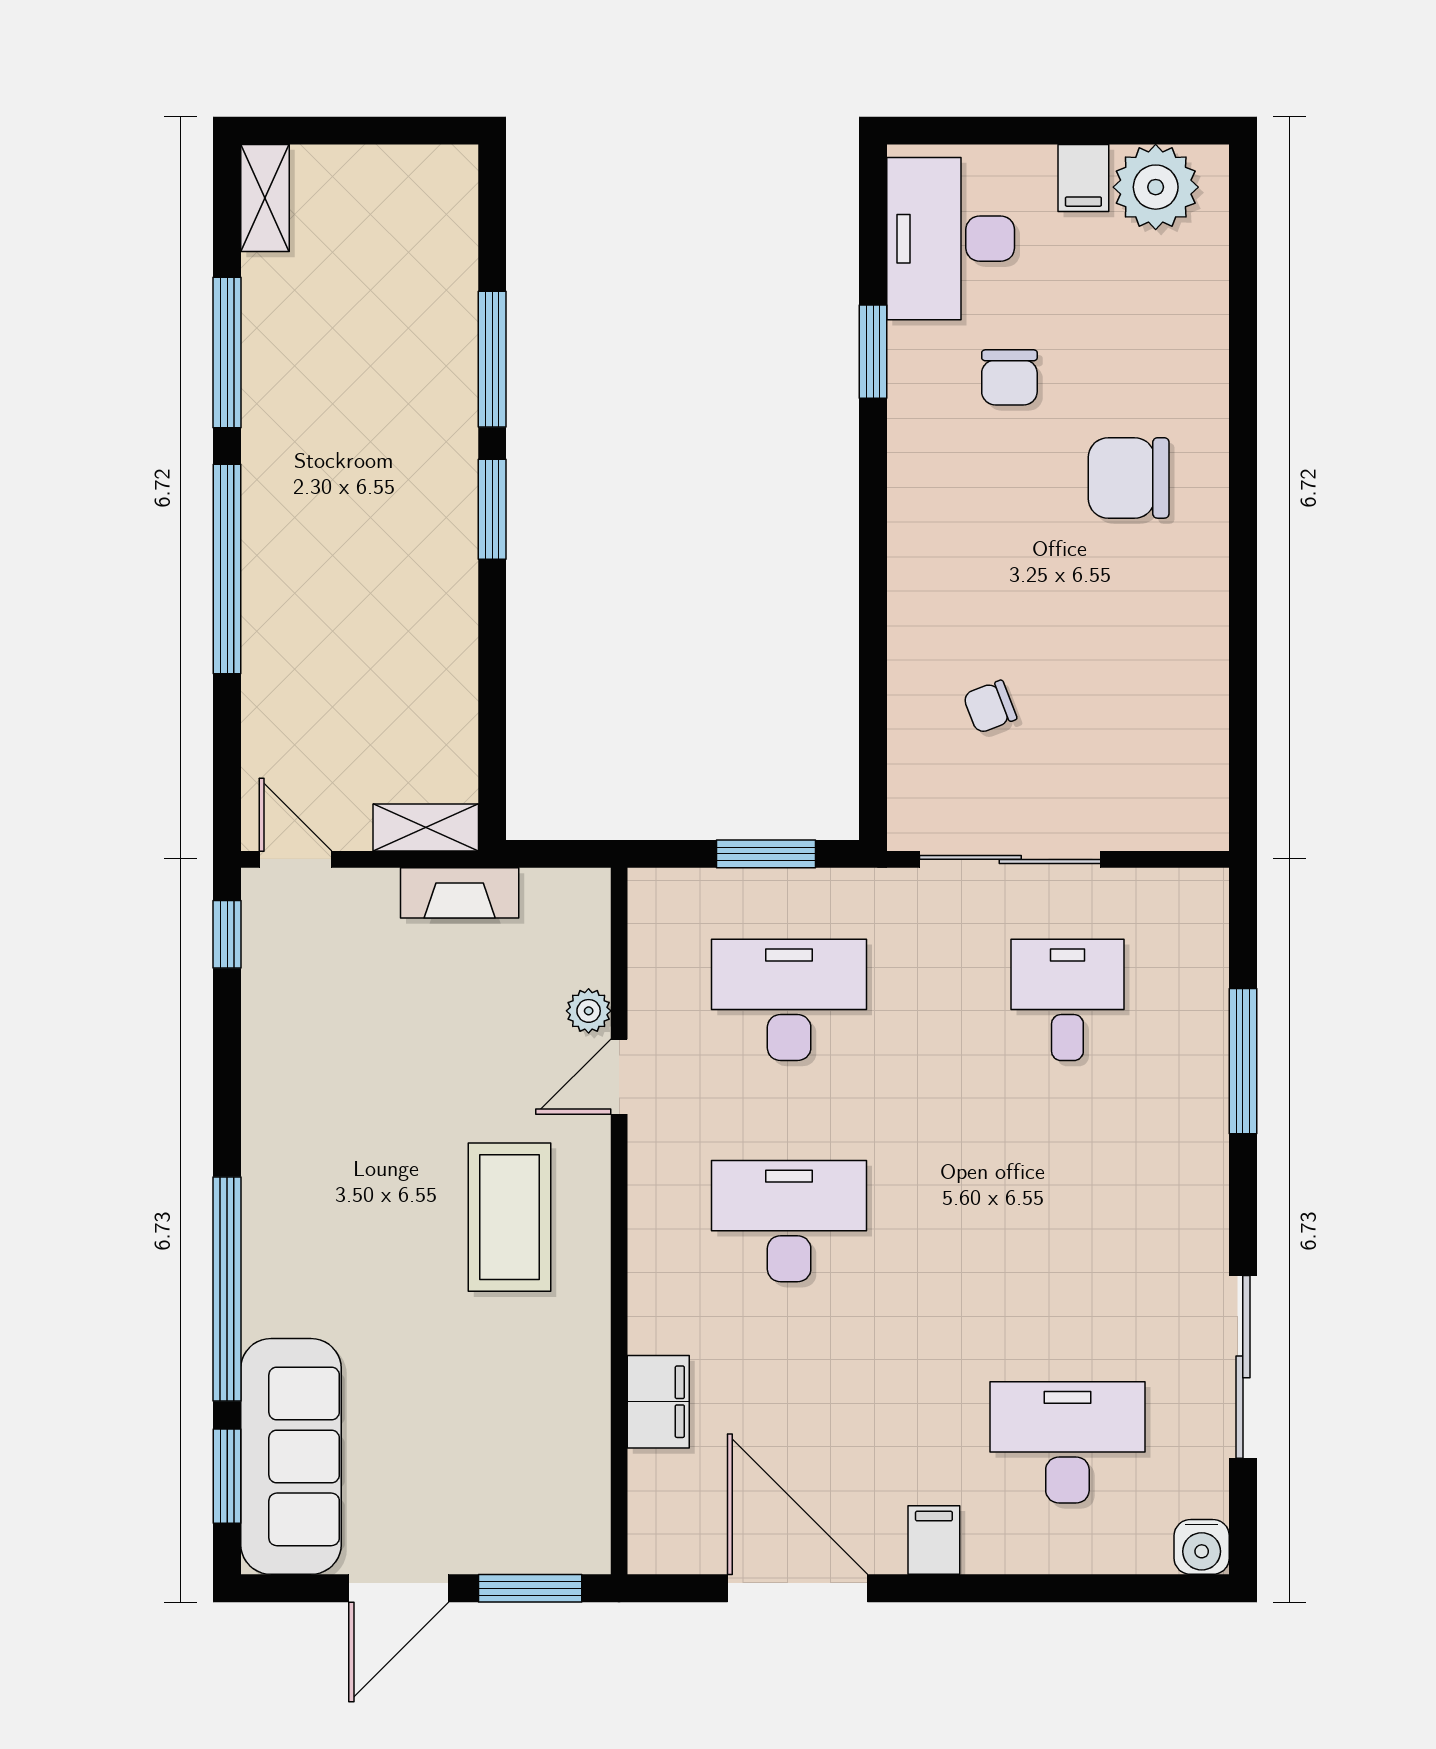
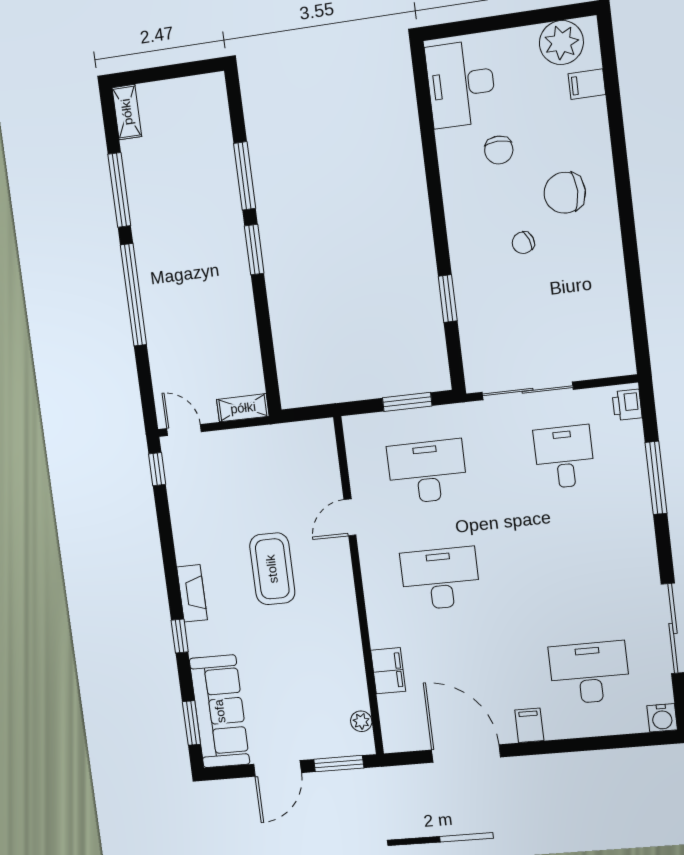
filing cabinet: (1083, 178) -> (587, 84), moved, turned 90
window: (873, 352) -> (448, 299), moved
chair: (990, 707) -> (523, 243), moved
fireplace: (460, 893) -> (192, 593), moved, turned -90
printer: (1203, 910) -> (627, 405), added
plant: (589, 1011) -> (361, 721), moved
coffee table: (509, 1217) -> (272, 569), moved
window: (227, 1289) -> (180, 636), width x0.32

